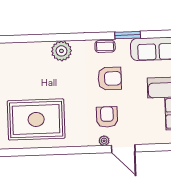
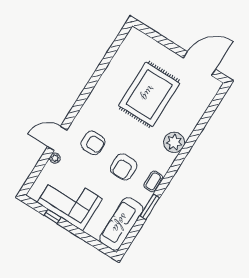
rug: (36, 119) -> (149, 94), moved
plant: (104, 141) -> (55, 158), moved

